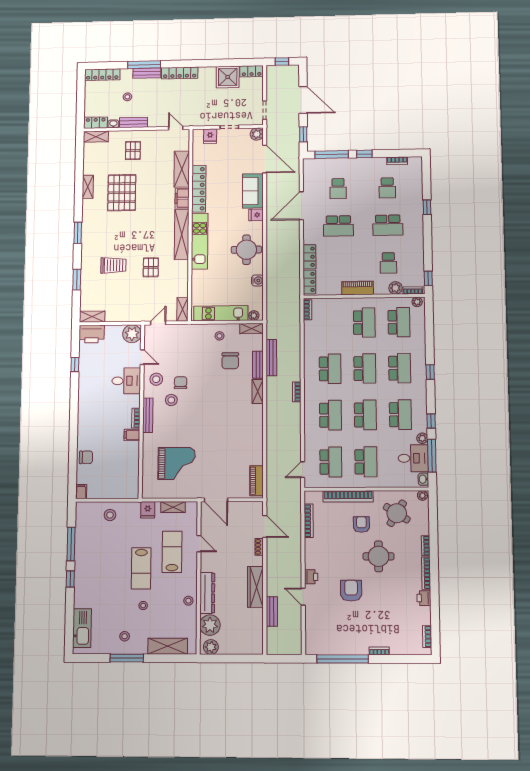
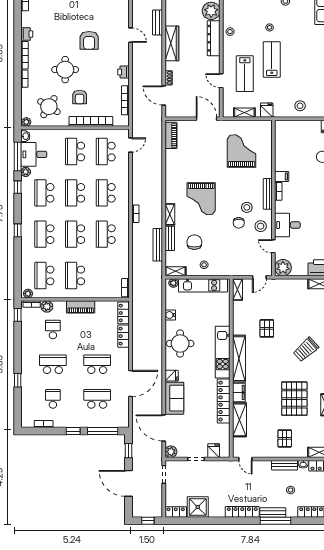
school desk: (338, 189) -> (97, 399), width x1.85
trolley: (113, 265) -> (306, 350), moved, turned -42
grand piano: (222, 409) -> (201, 199), added
grand piano: (177, 463) -> (242, 151), turned 90
printer: (311, 577) -> (124, 72), moved

